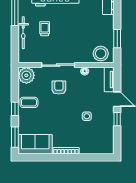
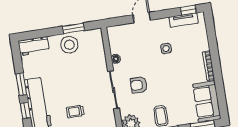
stool: (101, 54) -> (69, 45), moved
tv unit: (109, 80) -> (183, 20), moved
window: (117, 119) -> (188, 10), moved

